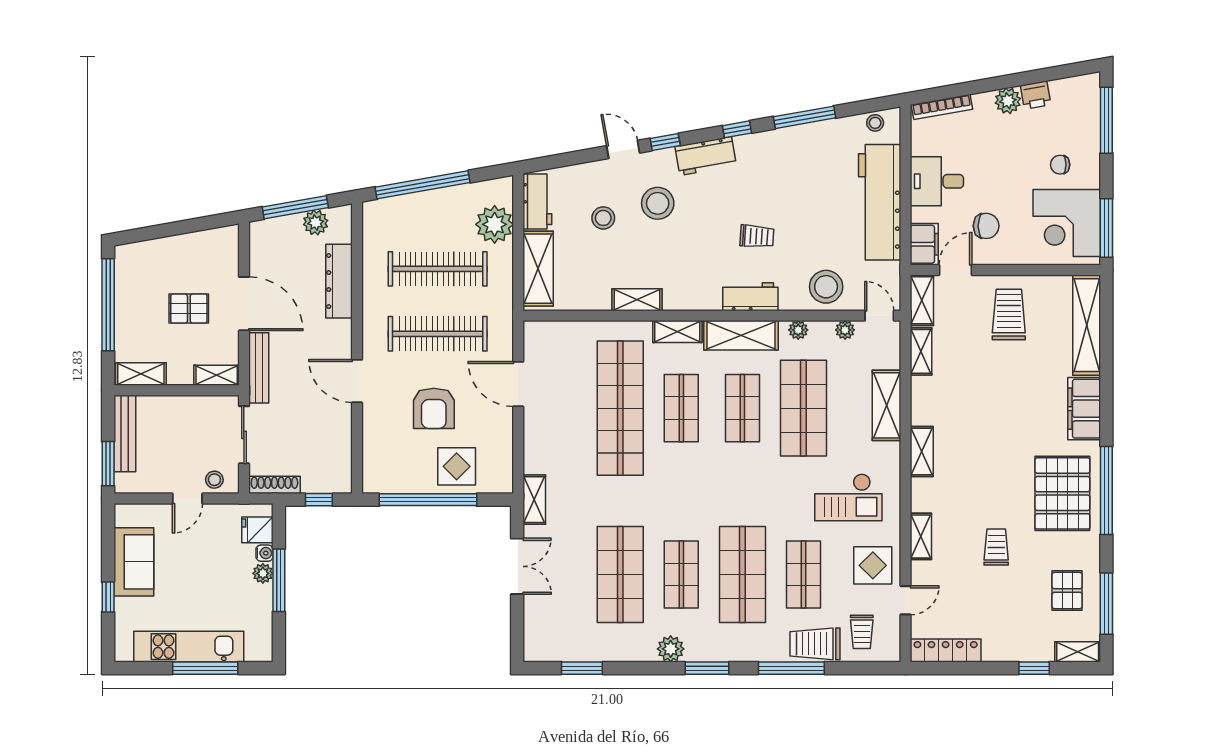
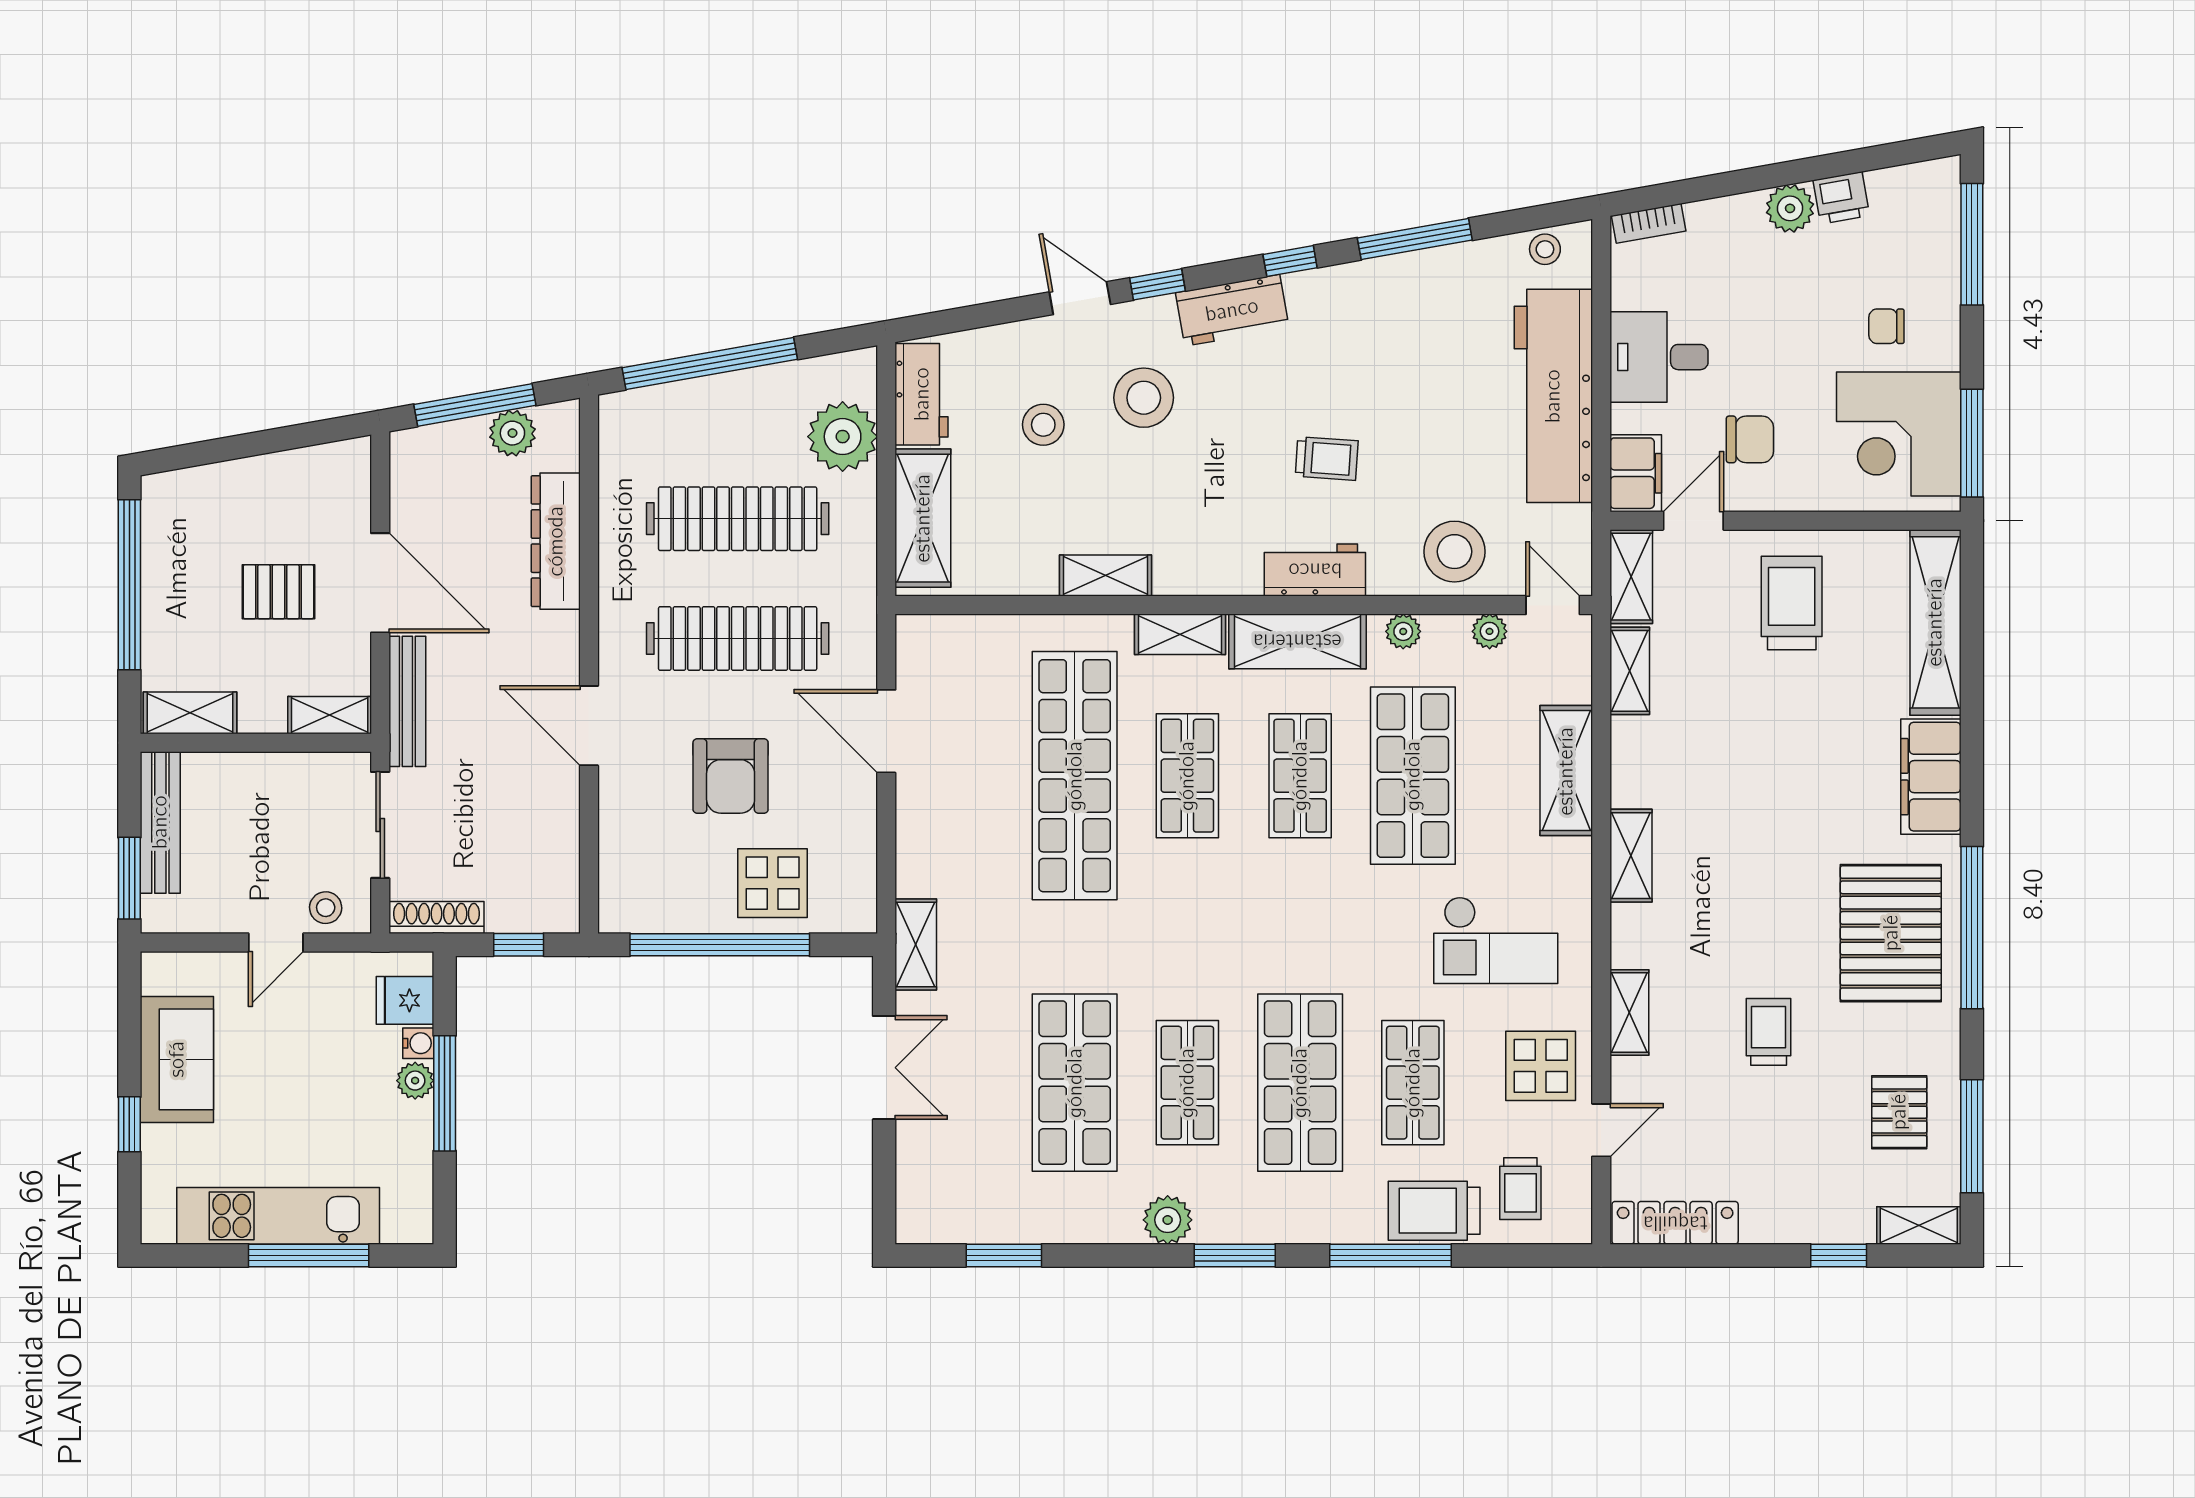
bookcase: (942, 107) -> (1649, 223), width x0.64

